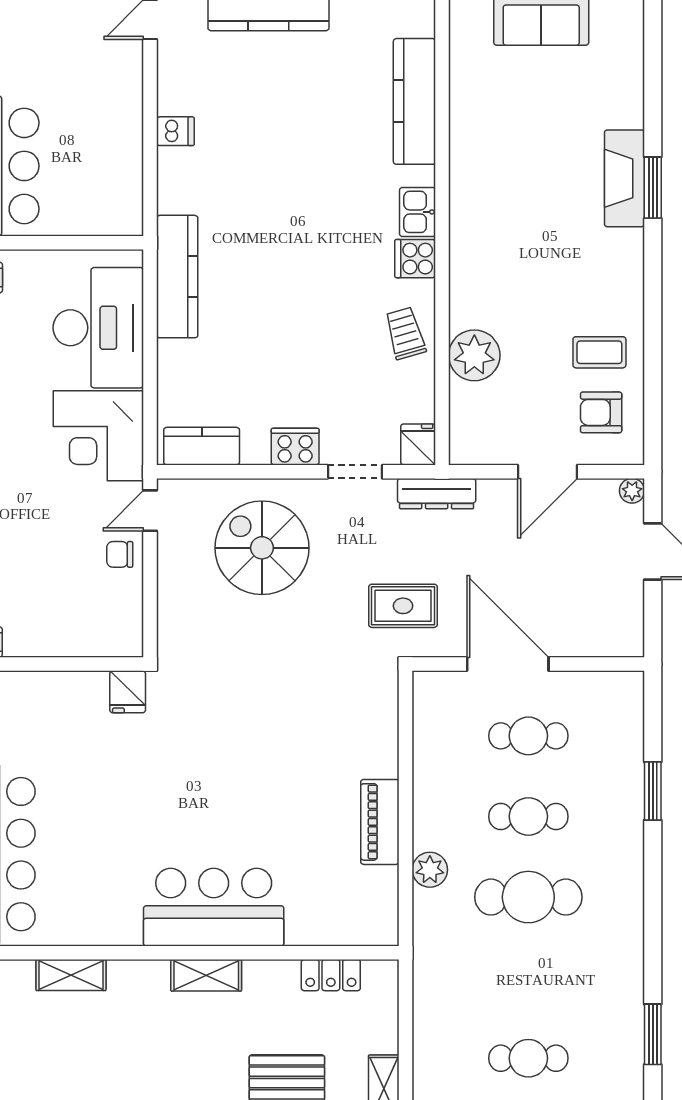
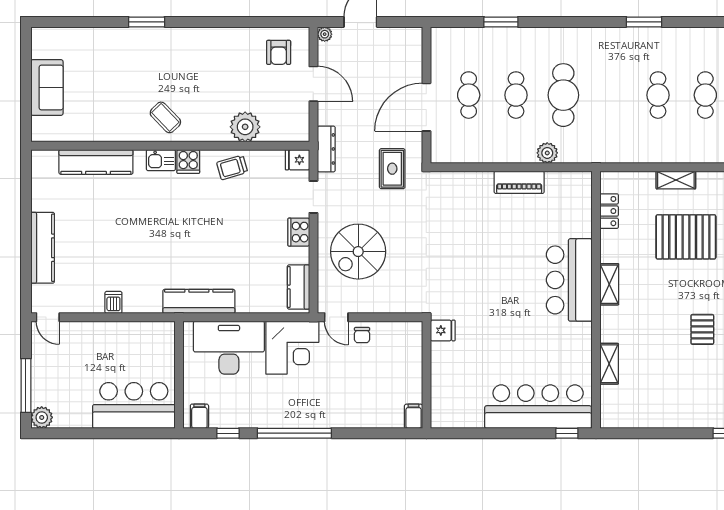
fireplace: (625, 178) -> (141, 39), removed
coffee table: (599, 352) -> (165, 117), moved, turned -44

